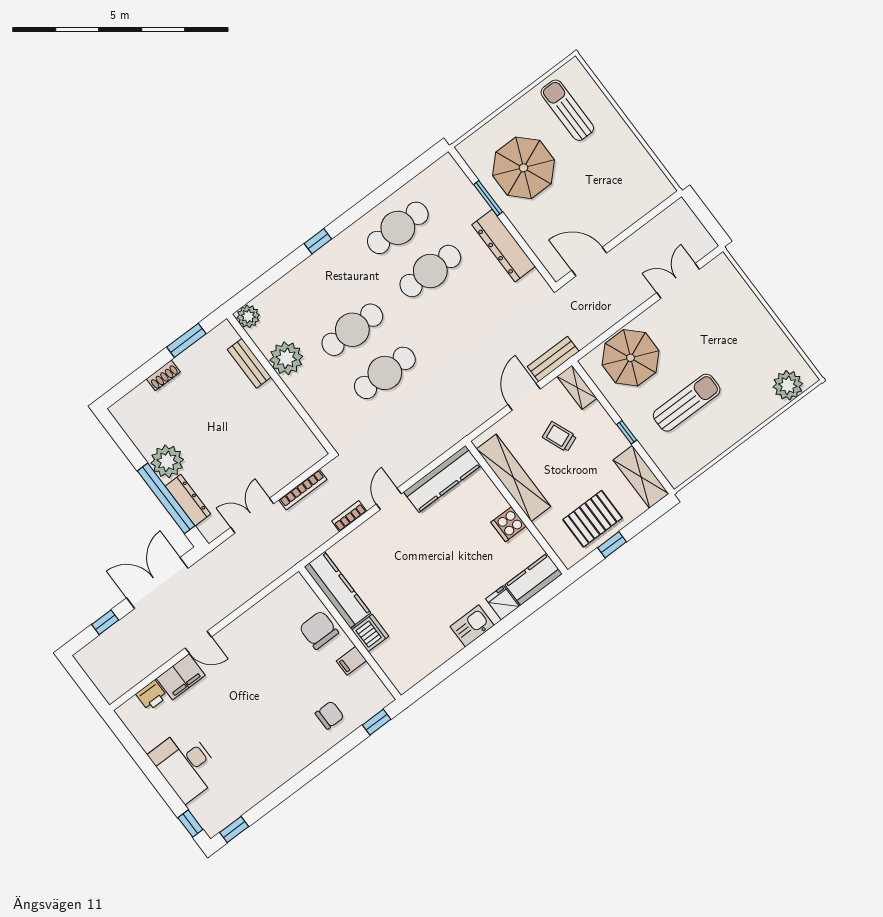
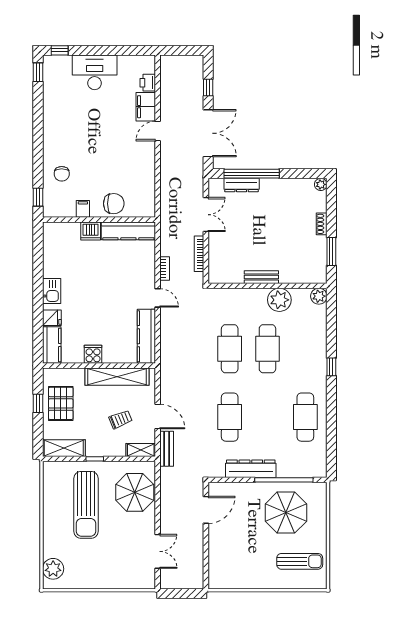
window: (488, 198) -> (284, 480), width x2.11
cafe table: (430, 271) -> (230, 417), moved
bench: (249, 363) -> (261, 277), moved
sun lounger: (687, 403) -> (86, 505), width x1.36, depth x1.34
plant: (167, 461) -> (321, 184), moved, width x0.53, depth x0.53

